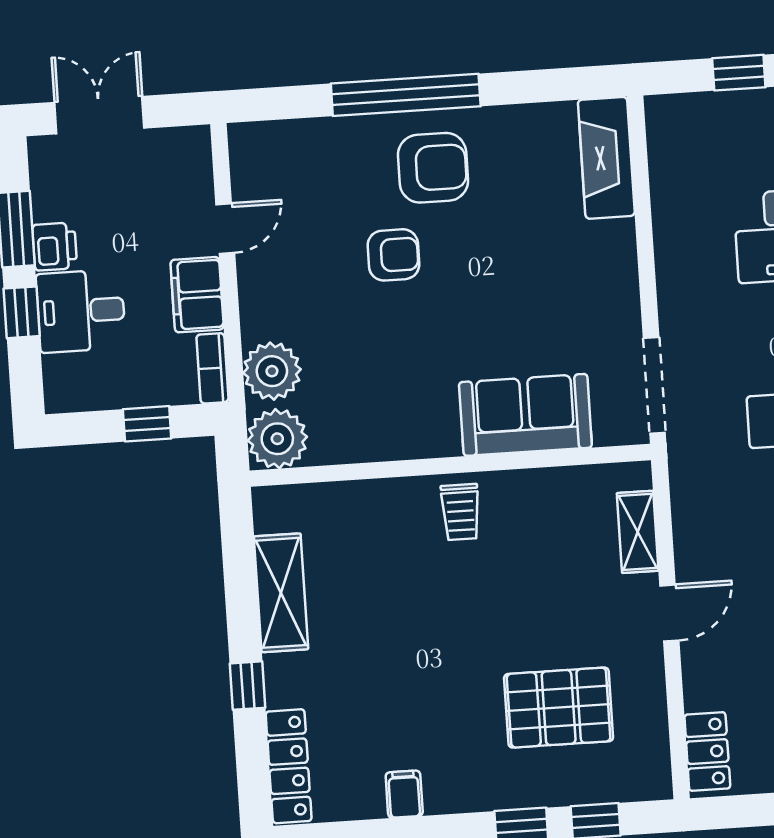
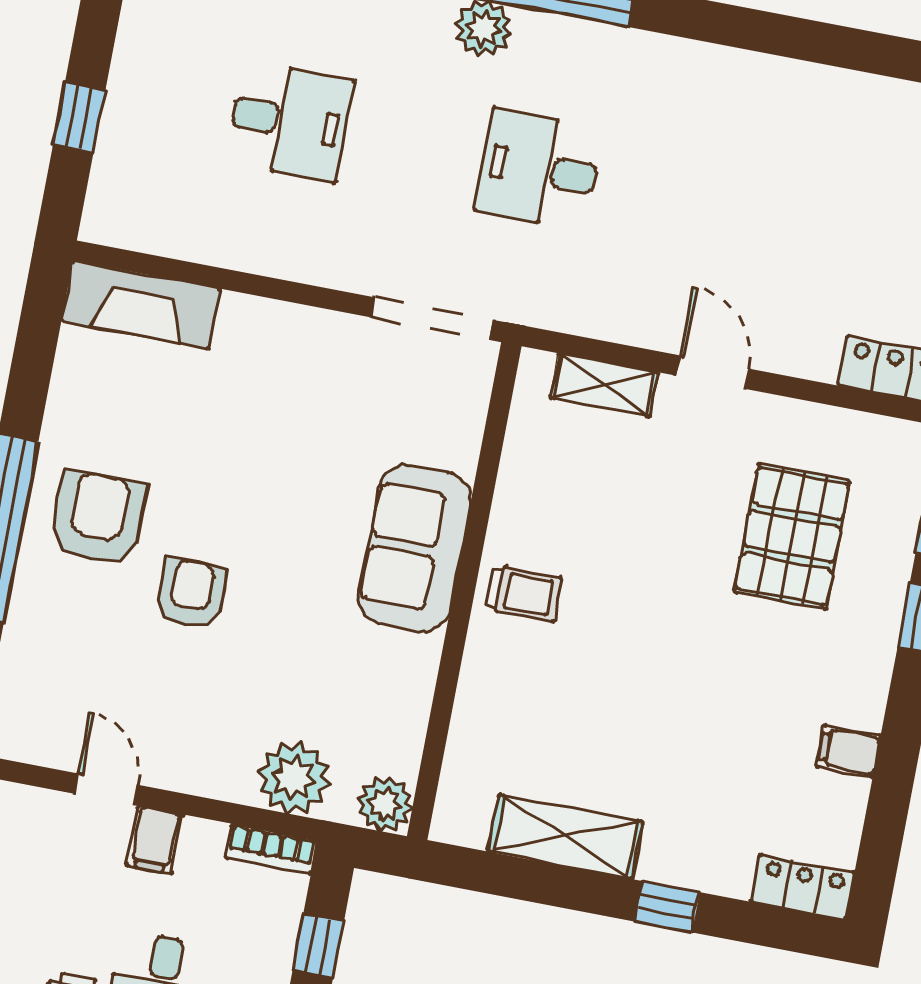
filing cabinet: (197, 295) -> (155, 840), width x0.50
sofa: (525, 415) -> (415, 548), moved
plant: (277, 439) -> (385, 804), width x0.73, depth x0.73
locker: (289, 766) -> (803, 887), width x0.66

